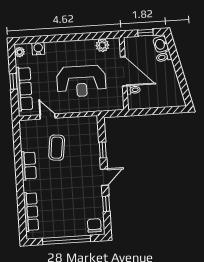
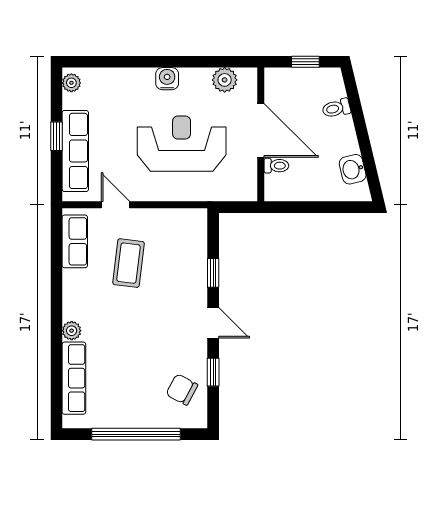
washbasin: (161, 44) -> (353, 169), moved
water cooler: (38, 49) -> (167, 79), moved
reception desk: (81, 81) -> (182, 144), turned 180
row of seats: (29, 166) -> (75, 241), moved
door: (104, 177) -> (213, 323), hinge flipped
plant: (28, 186) -> (72, 331), added
chair: (94, 225) -> (182, 390), moved, turned -62

